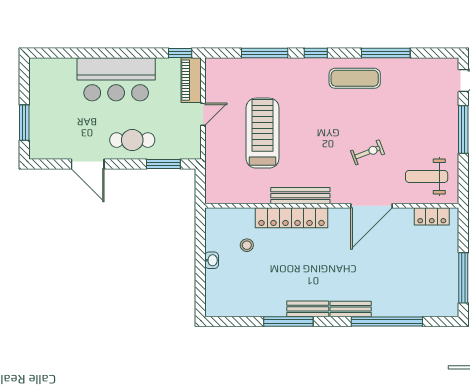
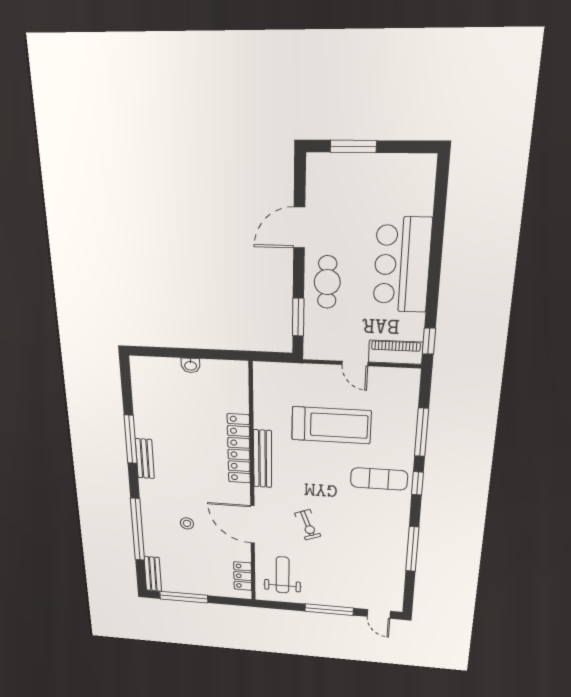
exercise mat: (355, 78) -> (379, 479), moved, turned 90
stool: (247, 245) -> (187, 523), moved
bench: (351, 309) -> (153, 574), moved

